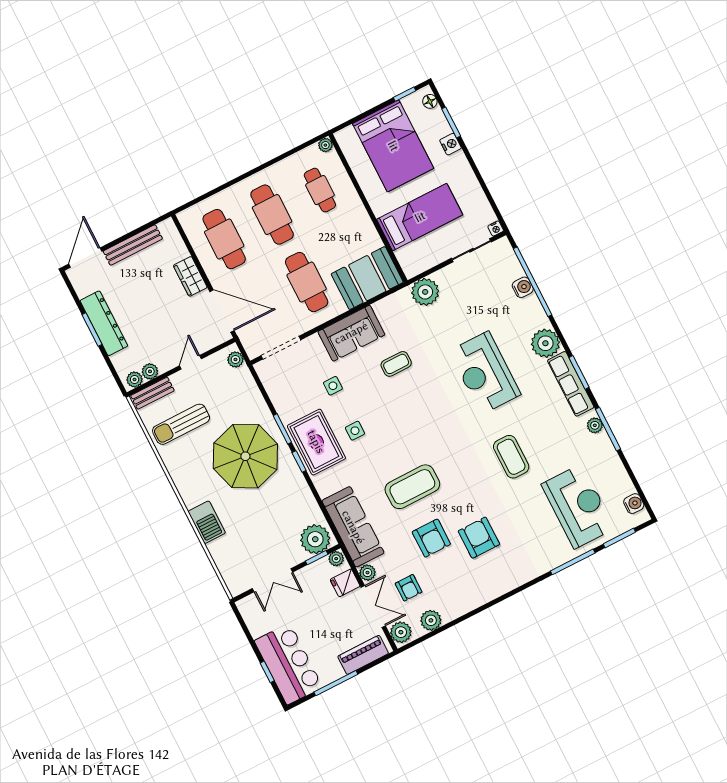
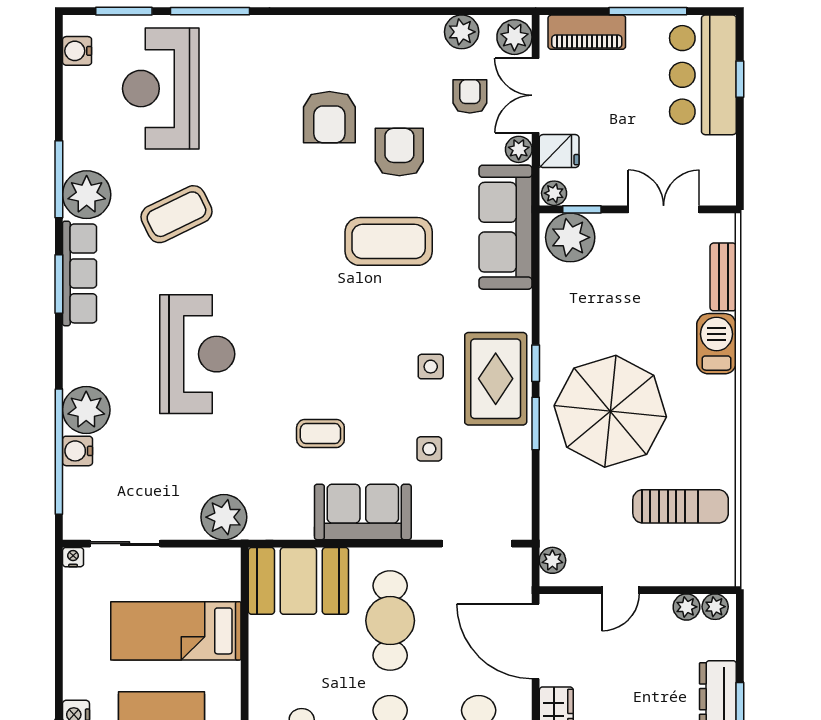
plant: (545, 343) -> (86, 410), moved
bench: (152, 393) -> (723, 277), moved, turned 90
plant: (595, 425) -> (87, 195), width x1.88, depth x1.88
coffee table: (511, 457) -> (176, 214), moved, turned 64

